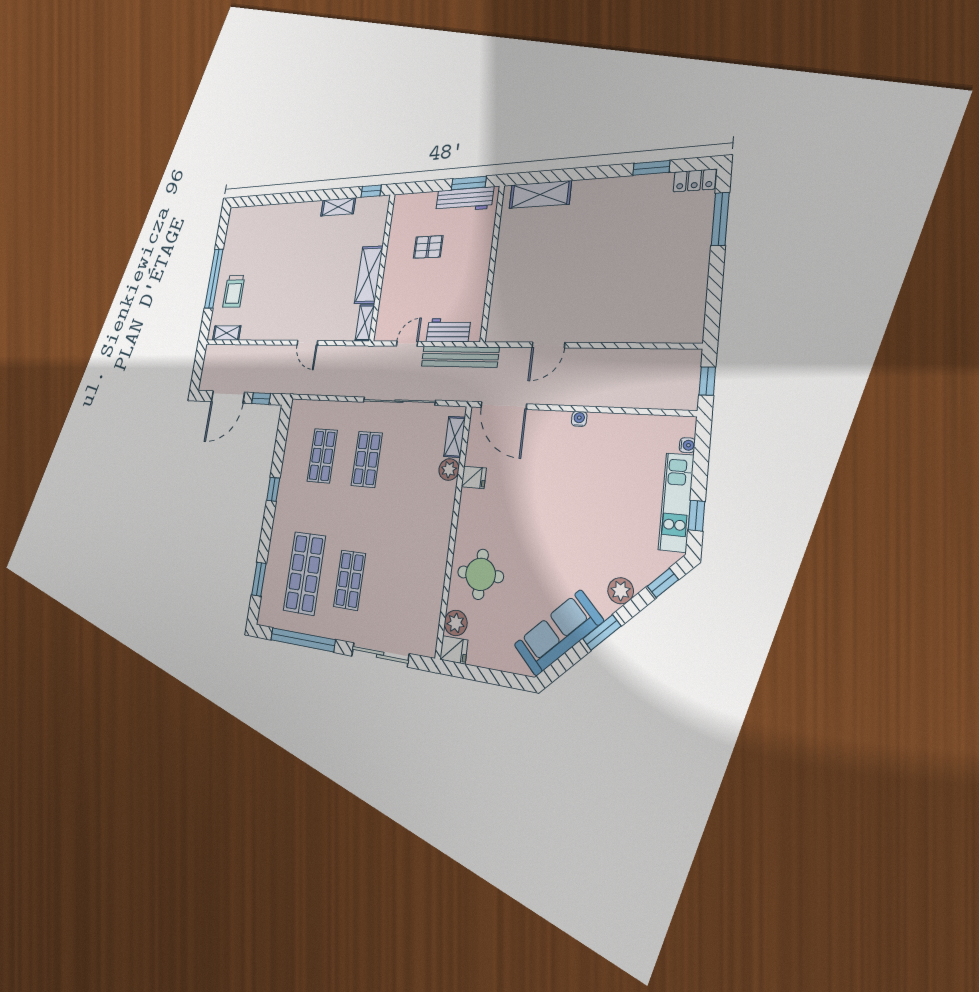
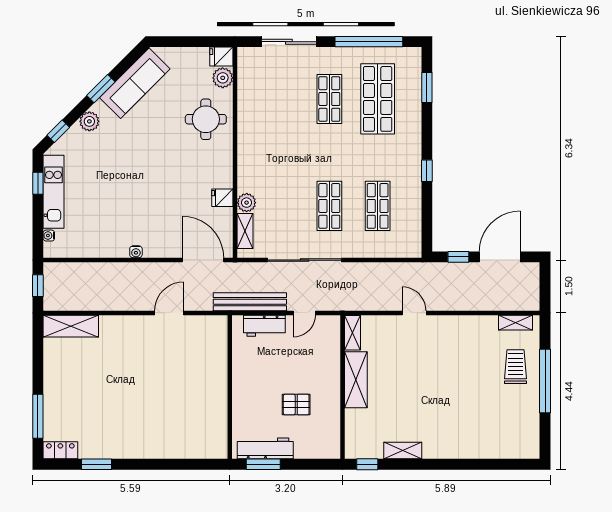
shelving: (540, 195) -> (71, 326), moved

